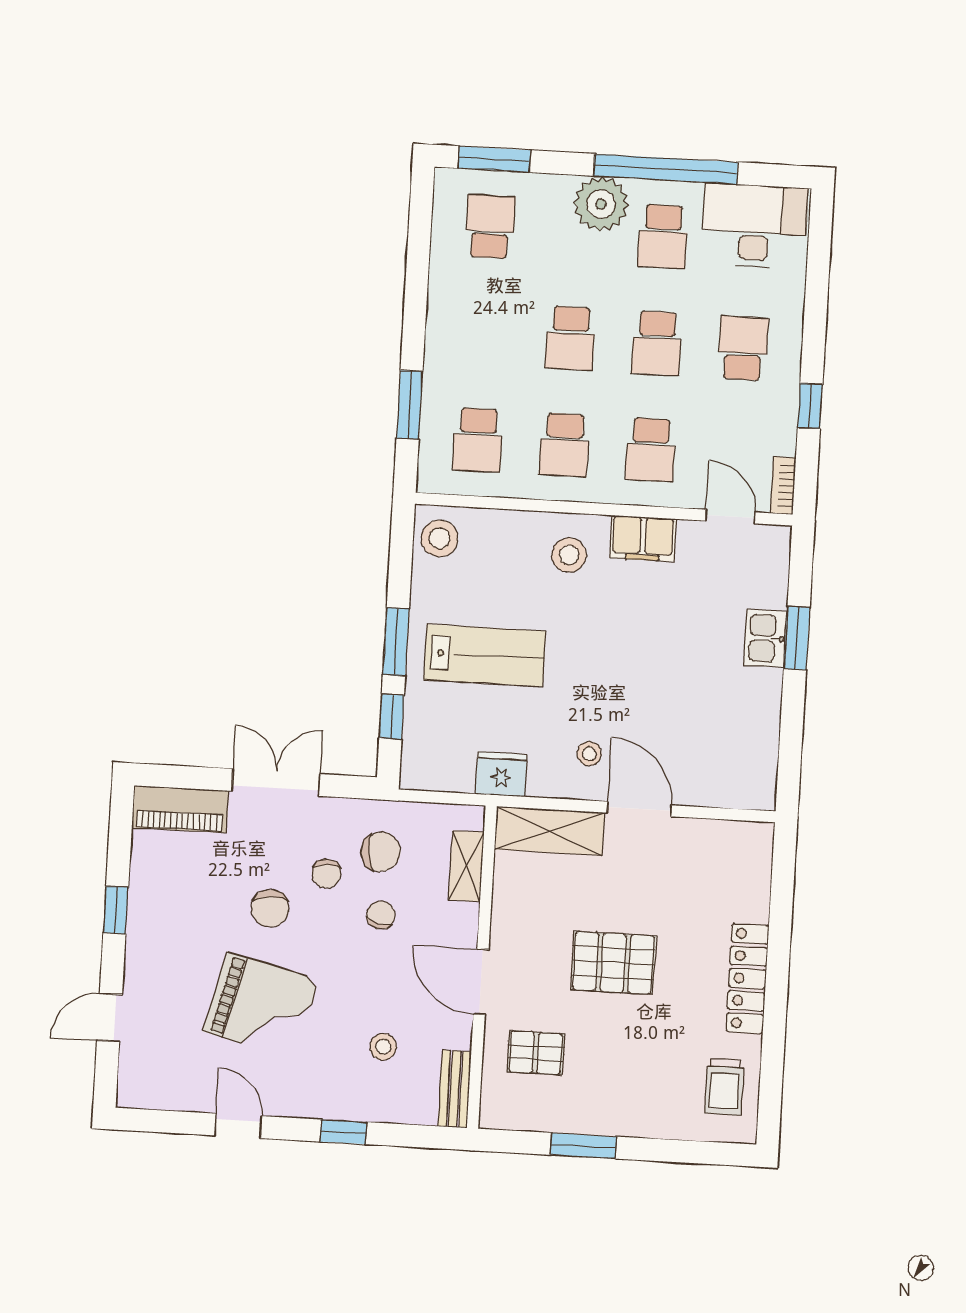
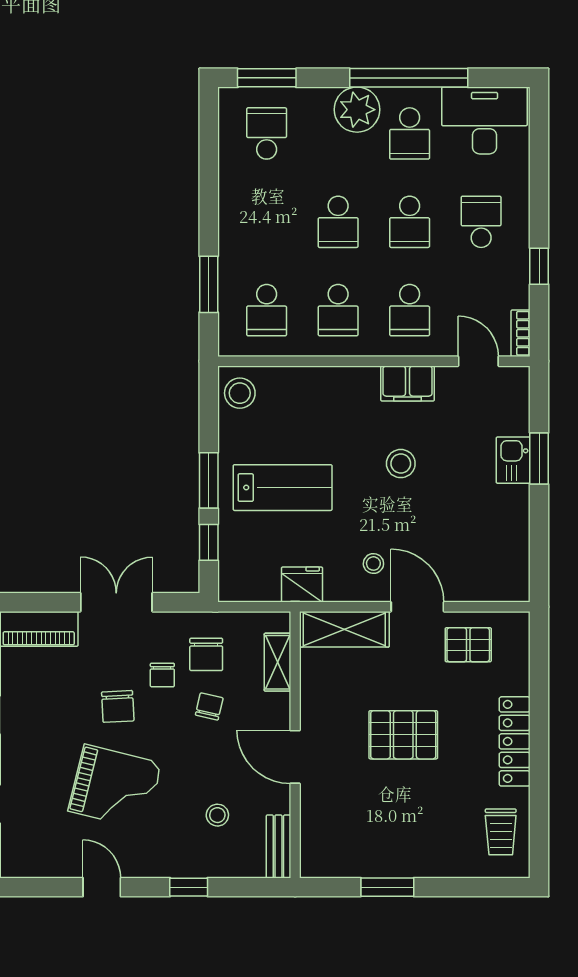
stool: (569, 555) -> (401, 464), moved
chair: (381, 852) -> (206, 654), turned 97
pallet: (536, 1053) -> (468, 645), moved

